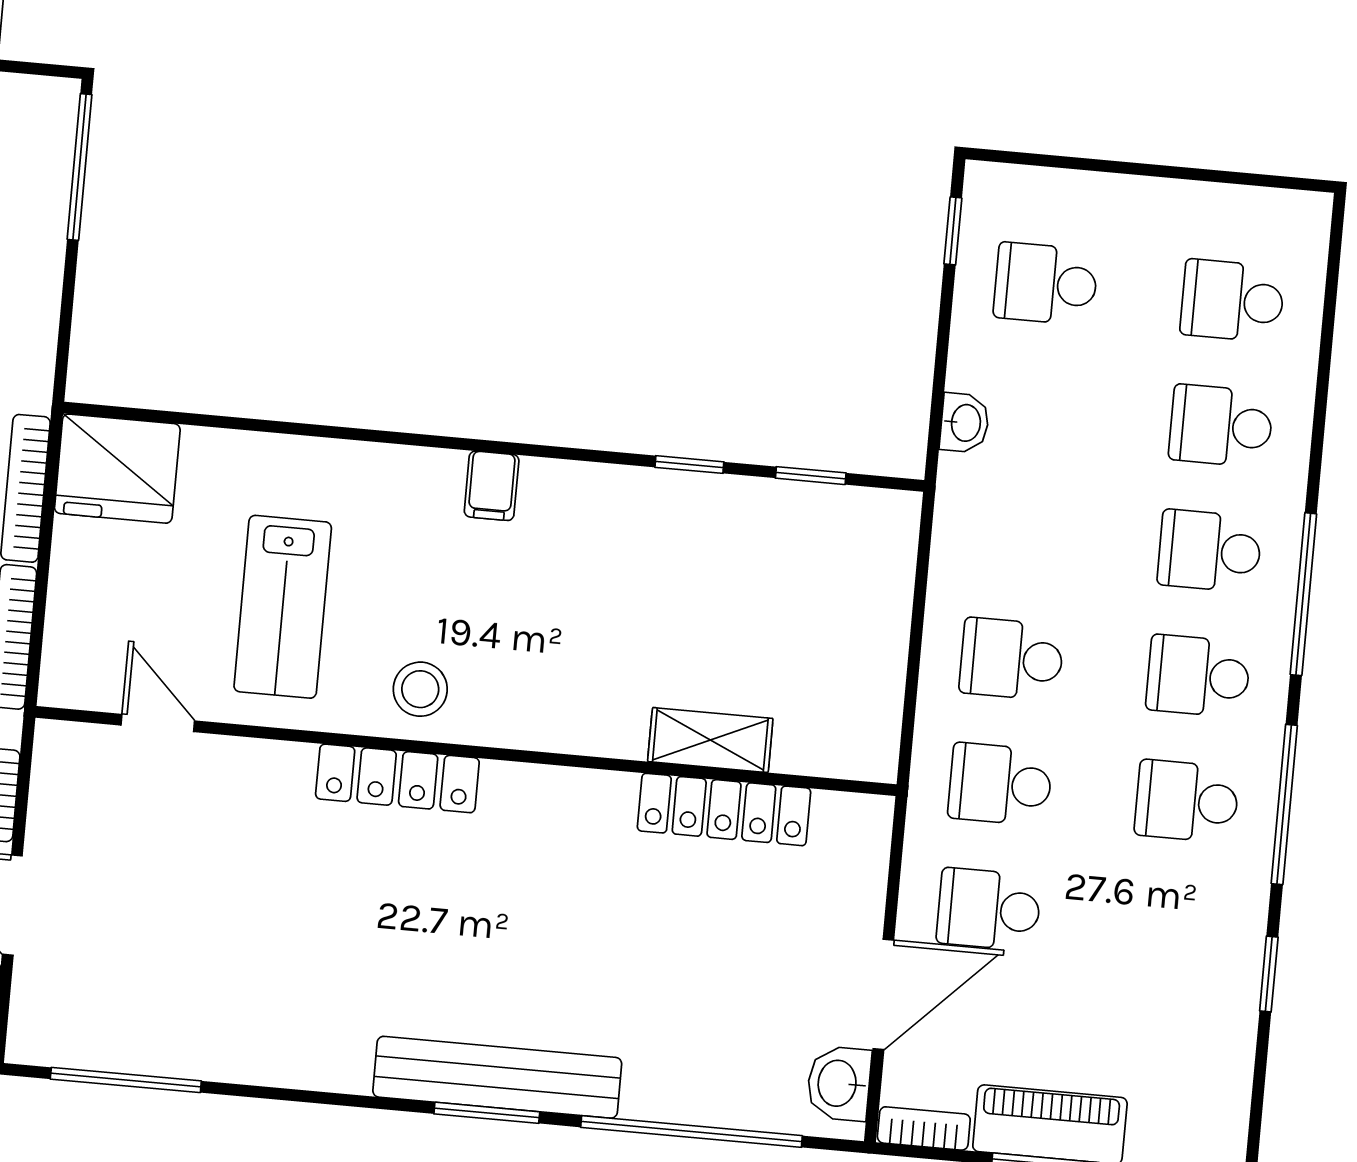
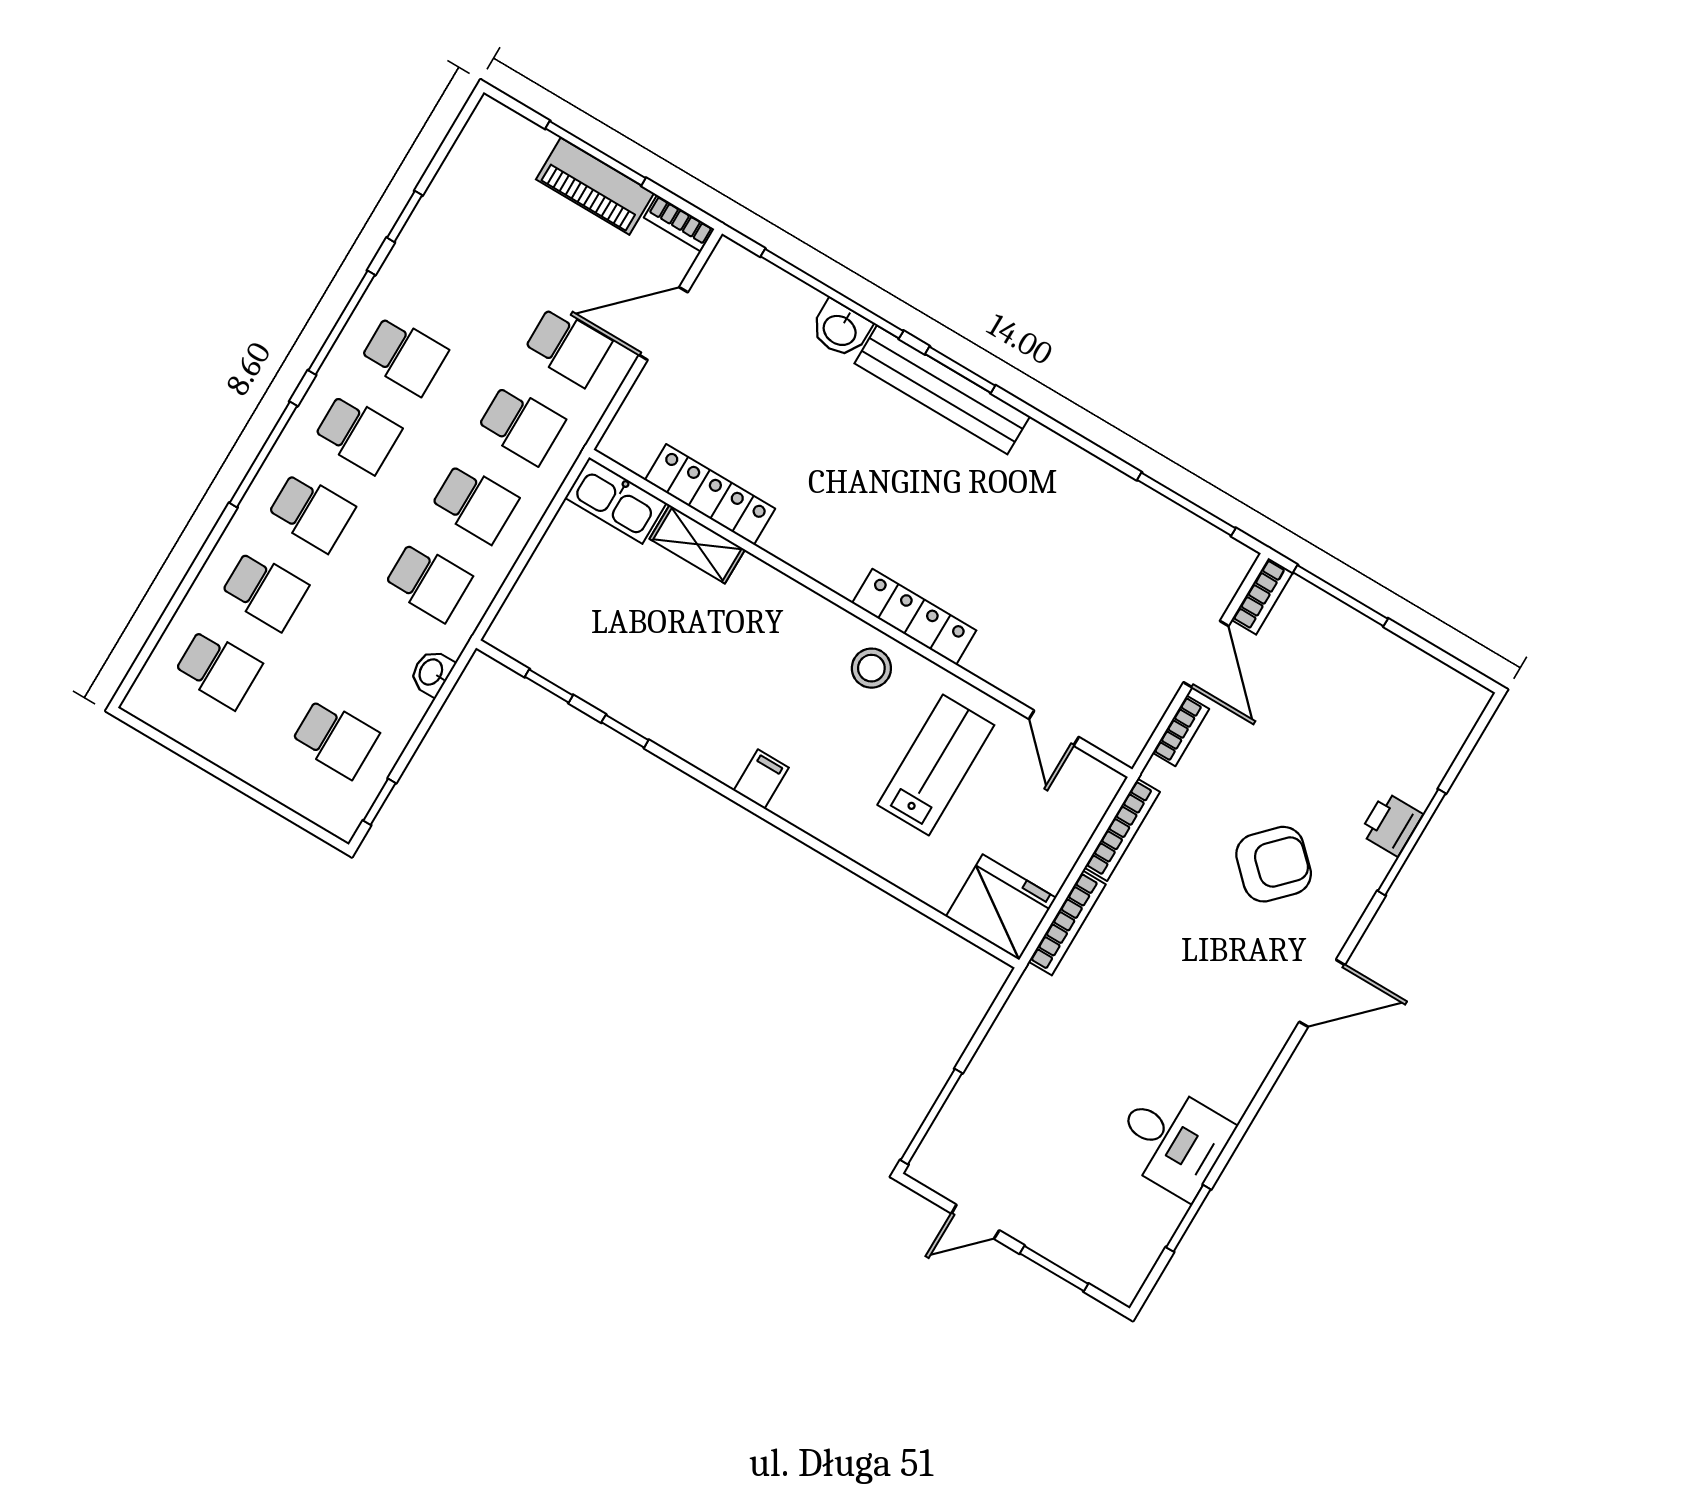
school desk: (1023, 534) -> (428, 581), added
kitchen sink: (838, 746) -> (616, 500), added
washbasin: (839, 1083) -> (840, 329), moved, turned 90

